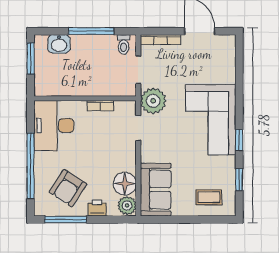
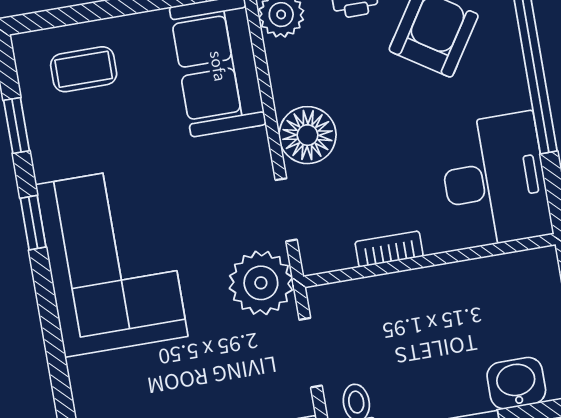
floor lamp: (125, 184) -> (308, 135), moved

